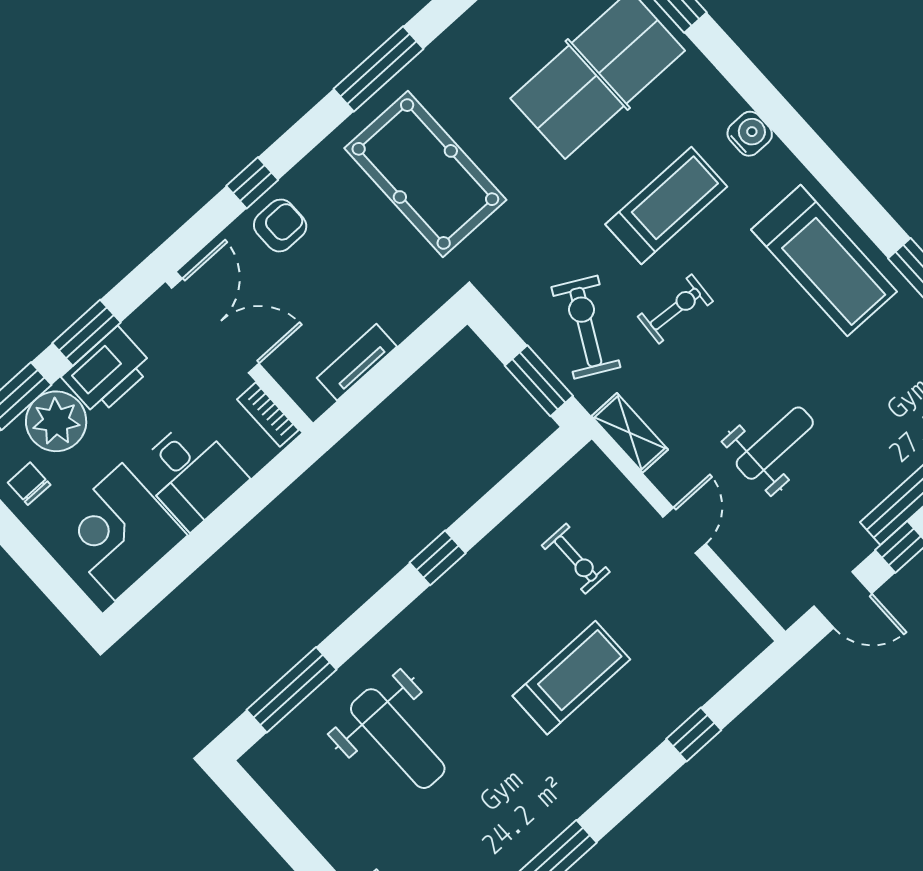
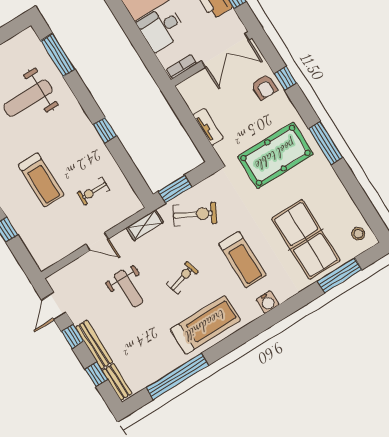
treadmill: (824, 261) -> (205, 325), turned 180
exercise bike: (675, 309) -> (182, 278), moved, turned -110
tv unit: (357, 362) -> (208, 127), moved

